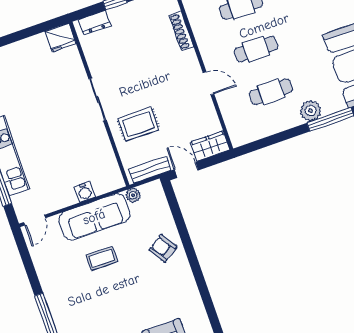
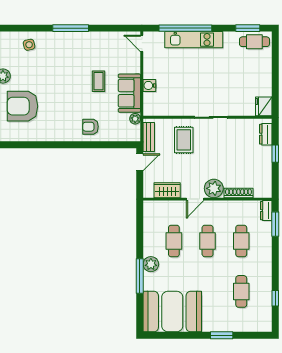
plant: (187, 64) -> (214, 188), added
wardrobe: (210, 146) -> (167, 190), moved, turned -90
sofa: (94, 217) -> (129, 93), width x0.73
armchair: (163, 248) -> (91, 127), turned -147

